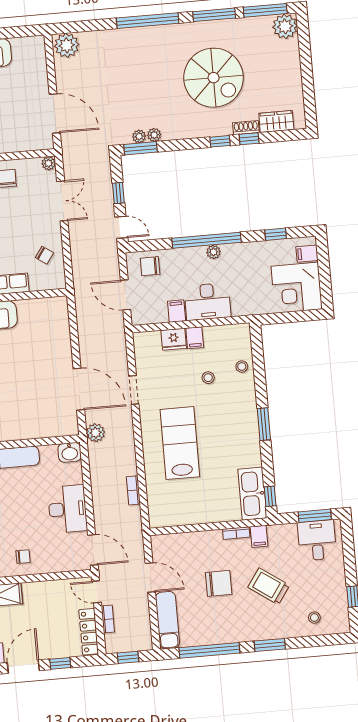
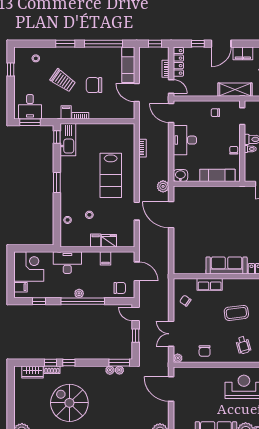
desk: (208, 302) -> (67, 263), moved

